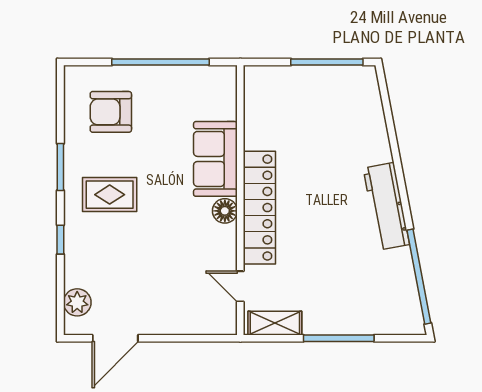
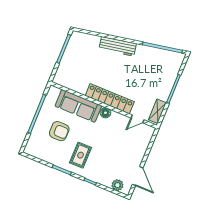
armchair: (111, 112) -> (59, 131), moved, turned -90
sofa: (215, 159) -> (78, 106), width x1.36
workbench: (386, 206) -> (118, 46), moved

